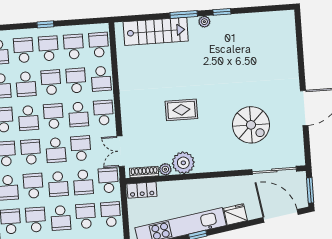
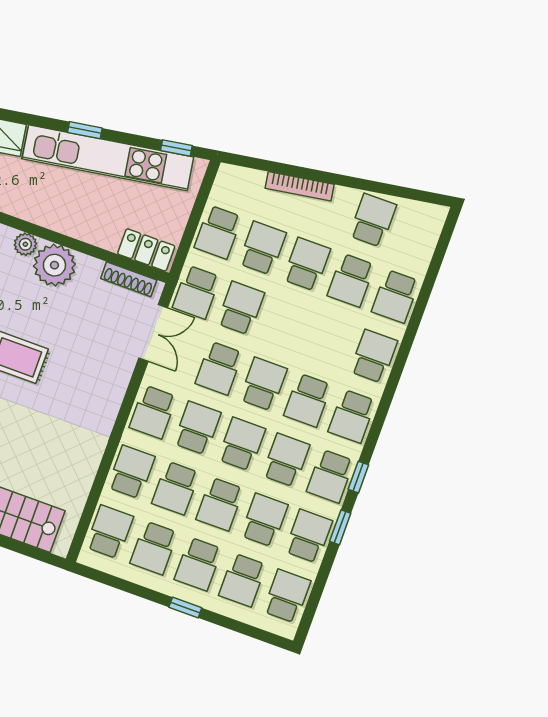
school desk: (99, 45) -> (110, 532), turned 180
school desk: (53, 116) -> (242, 444), turned 180
plant: (165, 169) -> (25, 244), moved
school desk: (58, 184) -> (285, 324), removed
school desk: (33, 186) -> (329, 340), removed
school desk: (86, 216) -> (262, 248), turned 180

